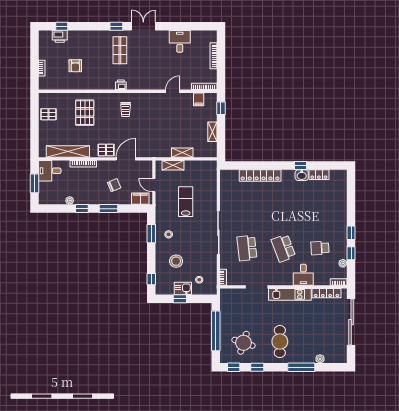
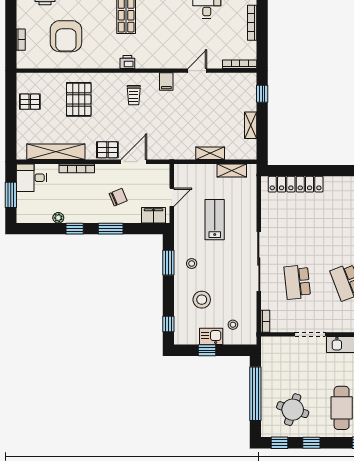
armchair: (75, 66) -> (66, 36), width x1.88, depth x1.88
filing cabinet: (199, 99) -> (166, 82), moved
shelving: (173, 165) -> (232, 170), moved
locker: (260, 175) -> (296, 184), moved
door: (154, 185) -> (172, 197), swing flipped

